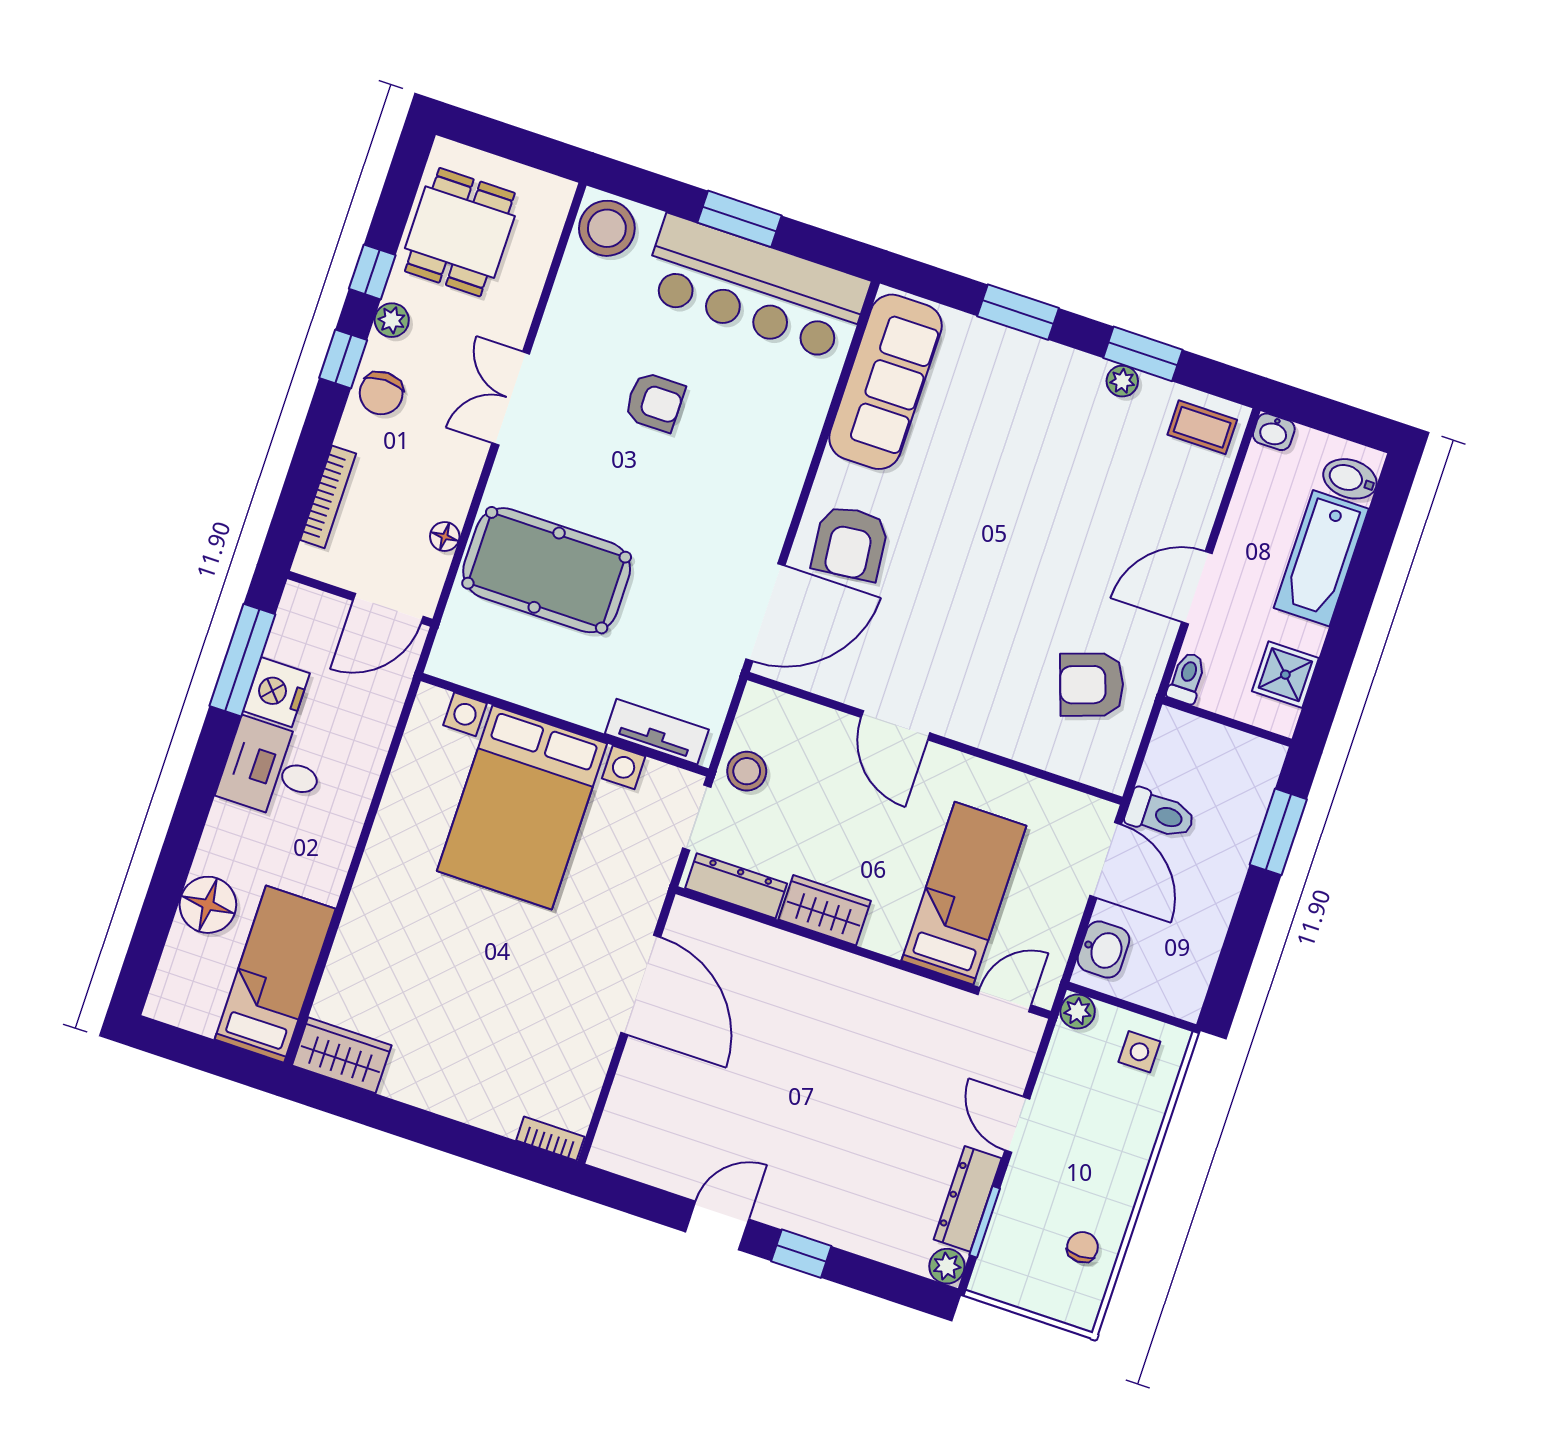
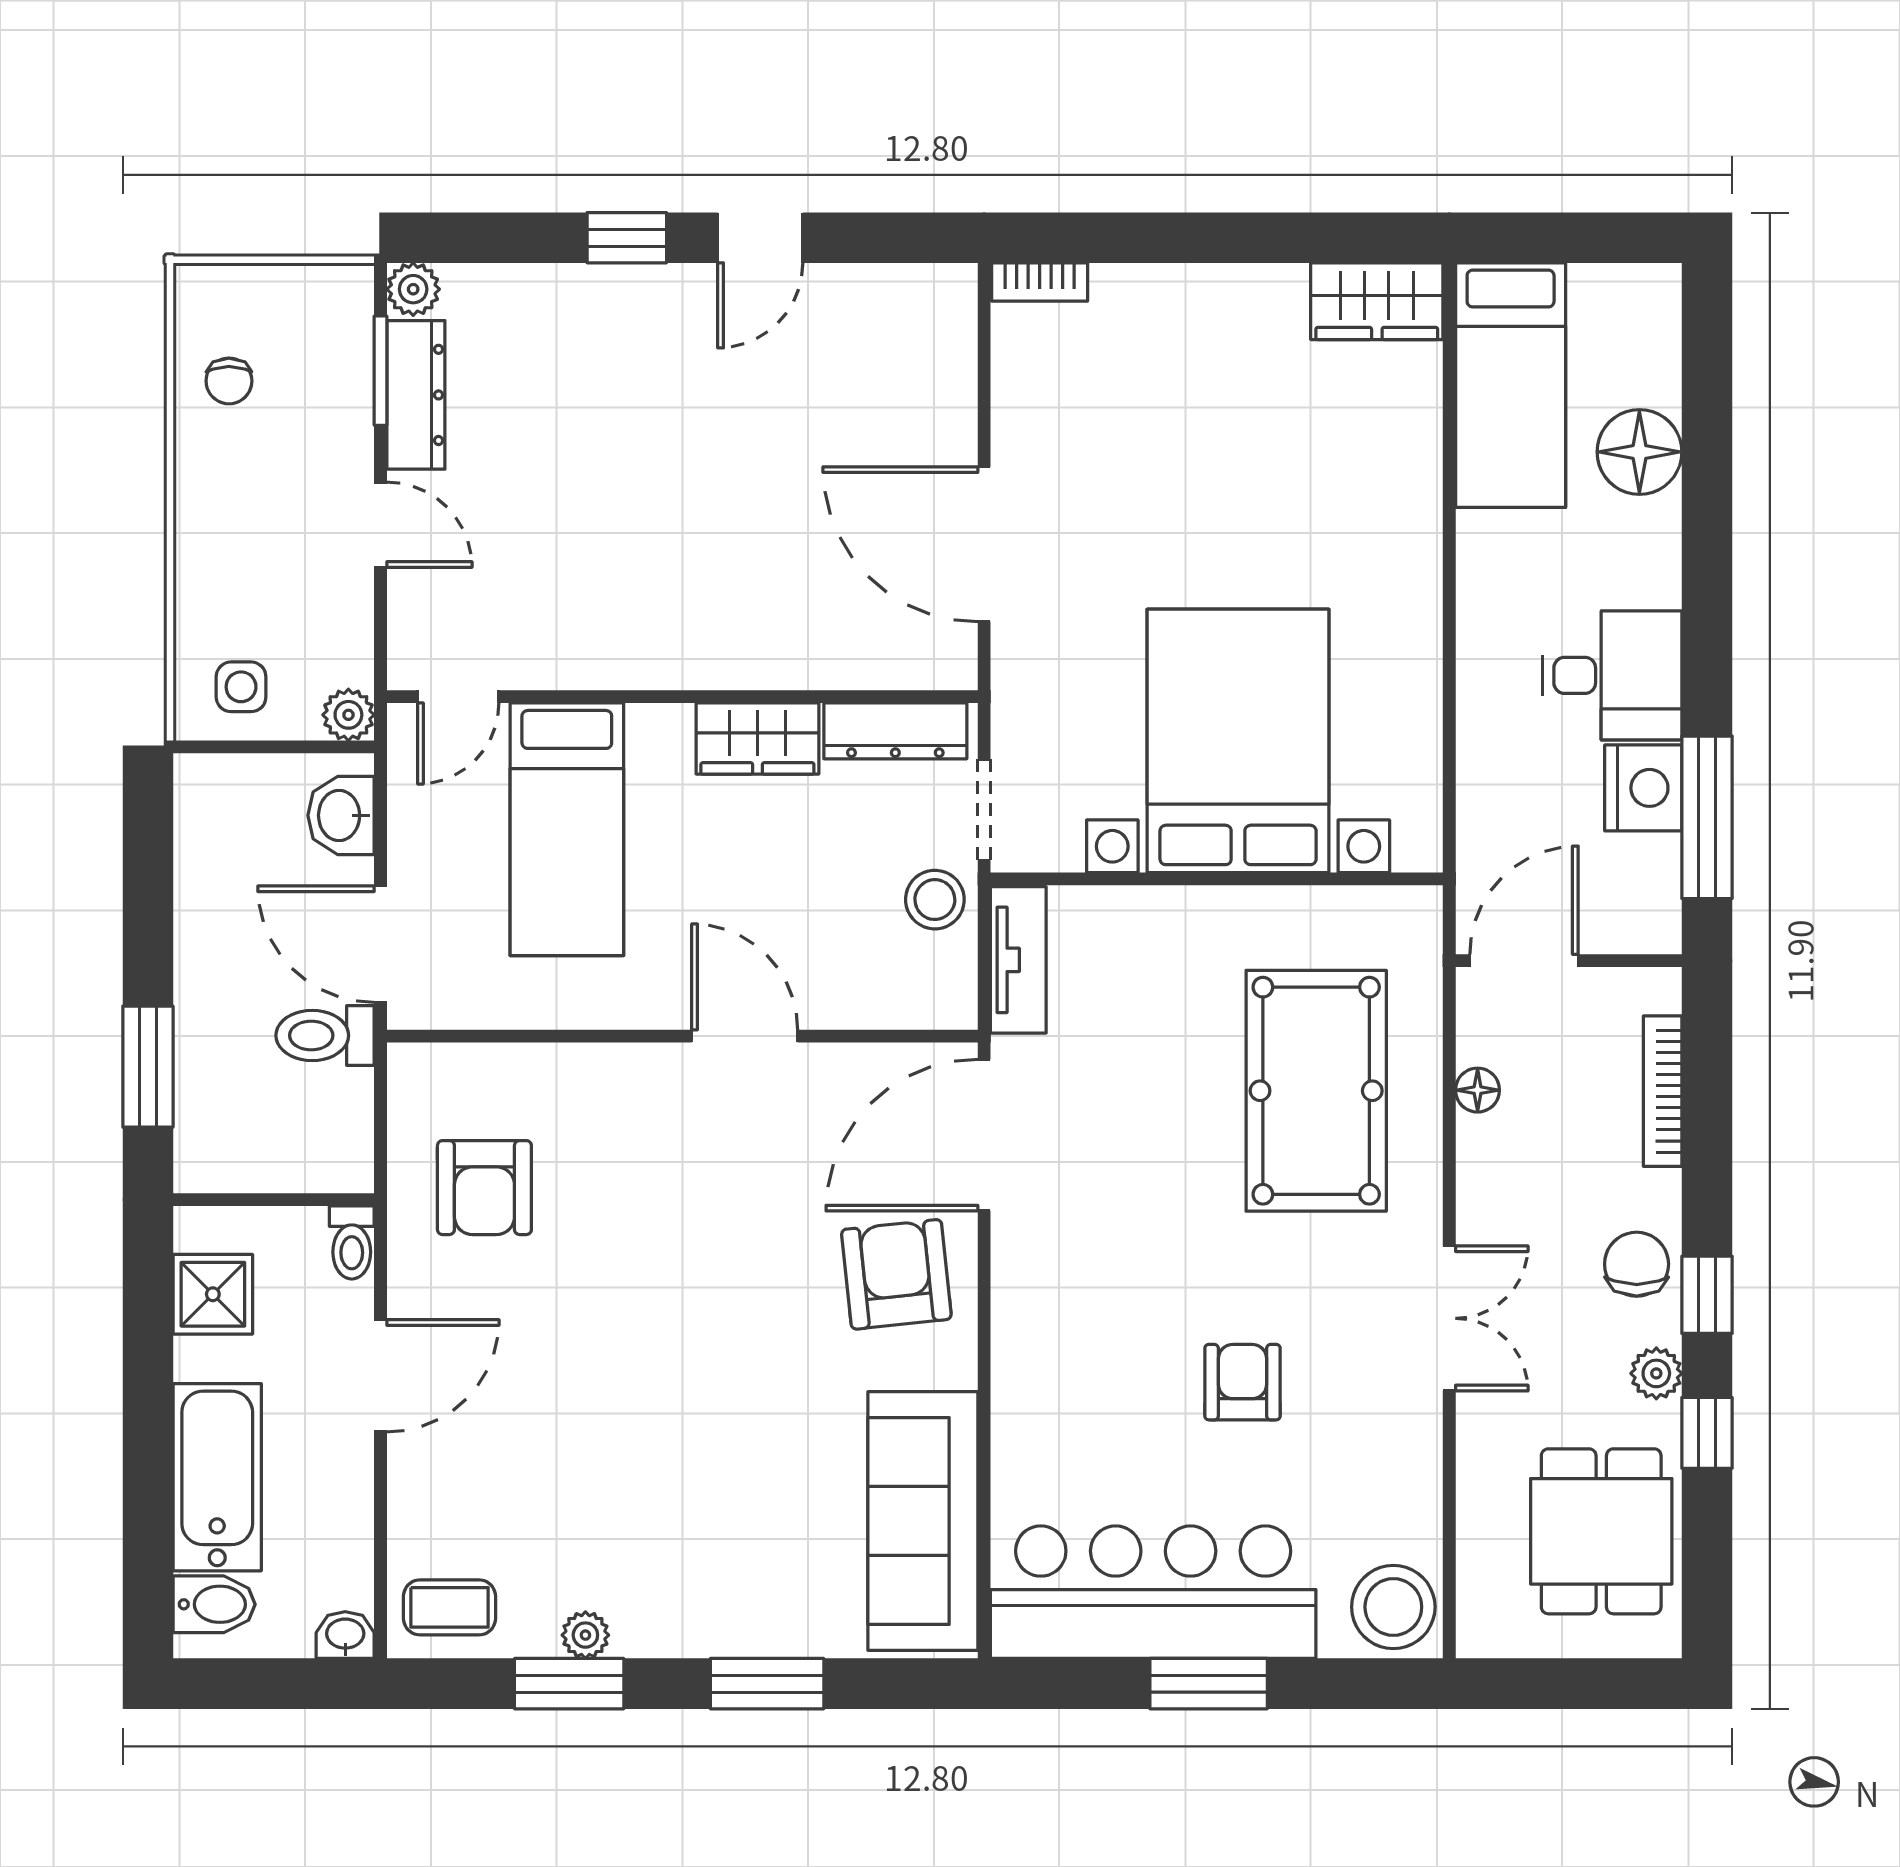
armchair: (655, 402) -> (1242, 1382), turned 90
pool table: (547, 570) -> (1316, 1091), turned 90
armchair: (1092, 685) -> (484, 1188), turned 109
tv unit: (657, 732) -> (1018, 960), moved, turned -90

